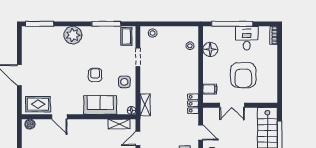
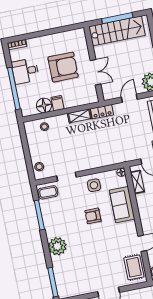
filing cabinet: (210, 89) -> (57, 103), moved
shelving: (145, 105) -> (79, 116), moved

